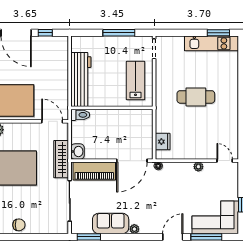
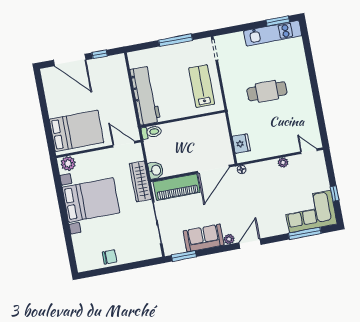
door: (173, 237) -> (250, 244), moved

